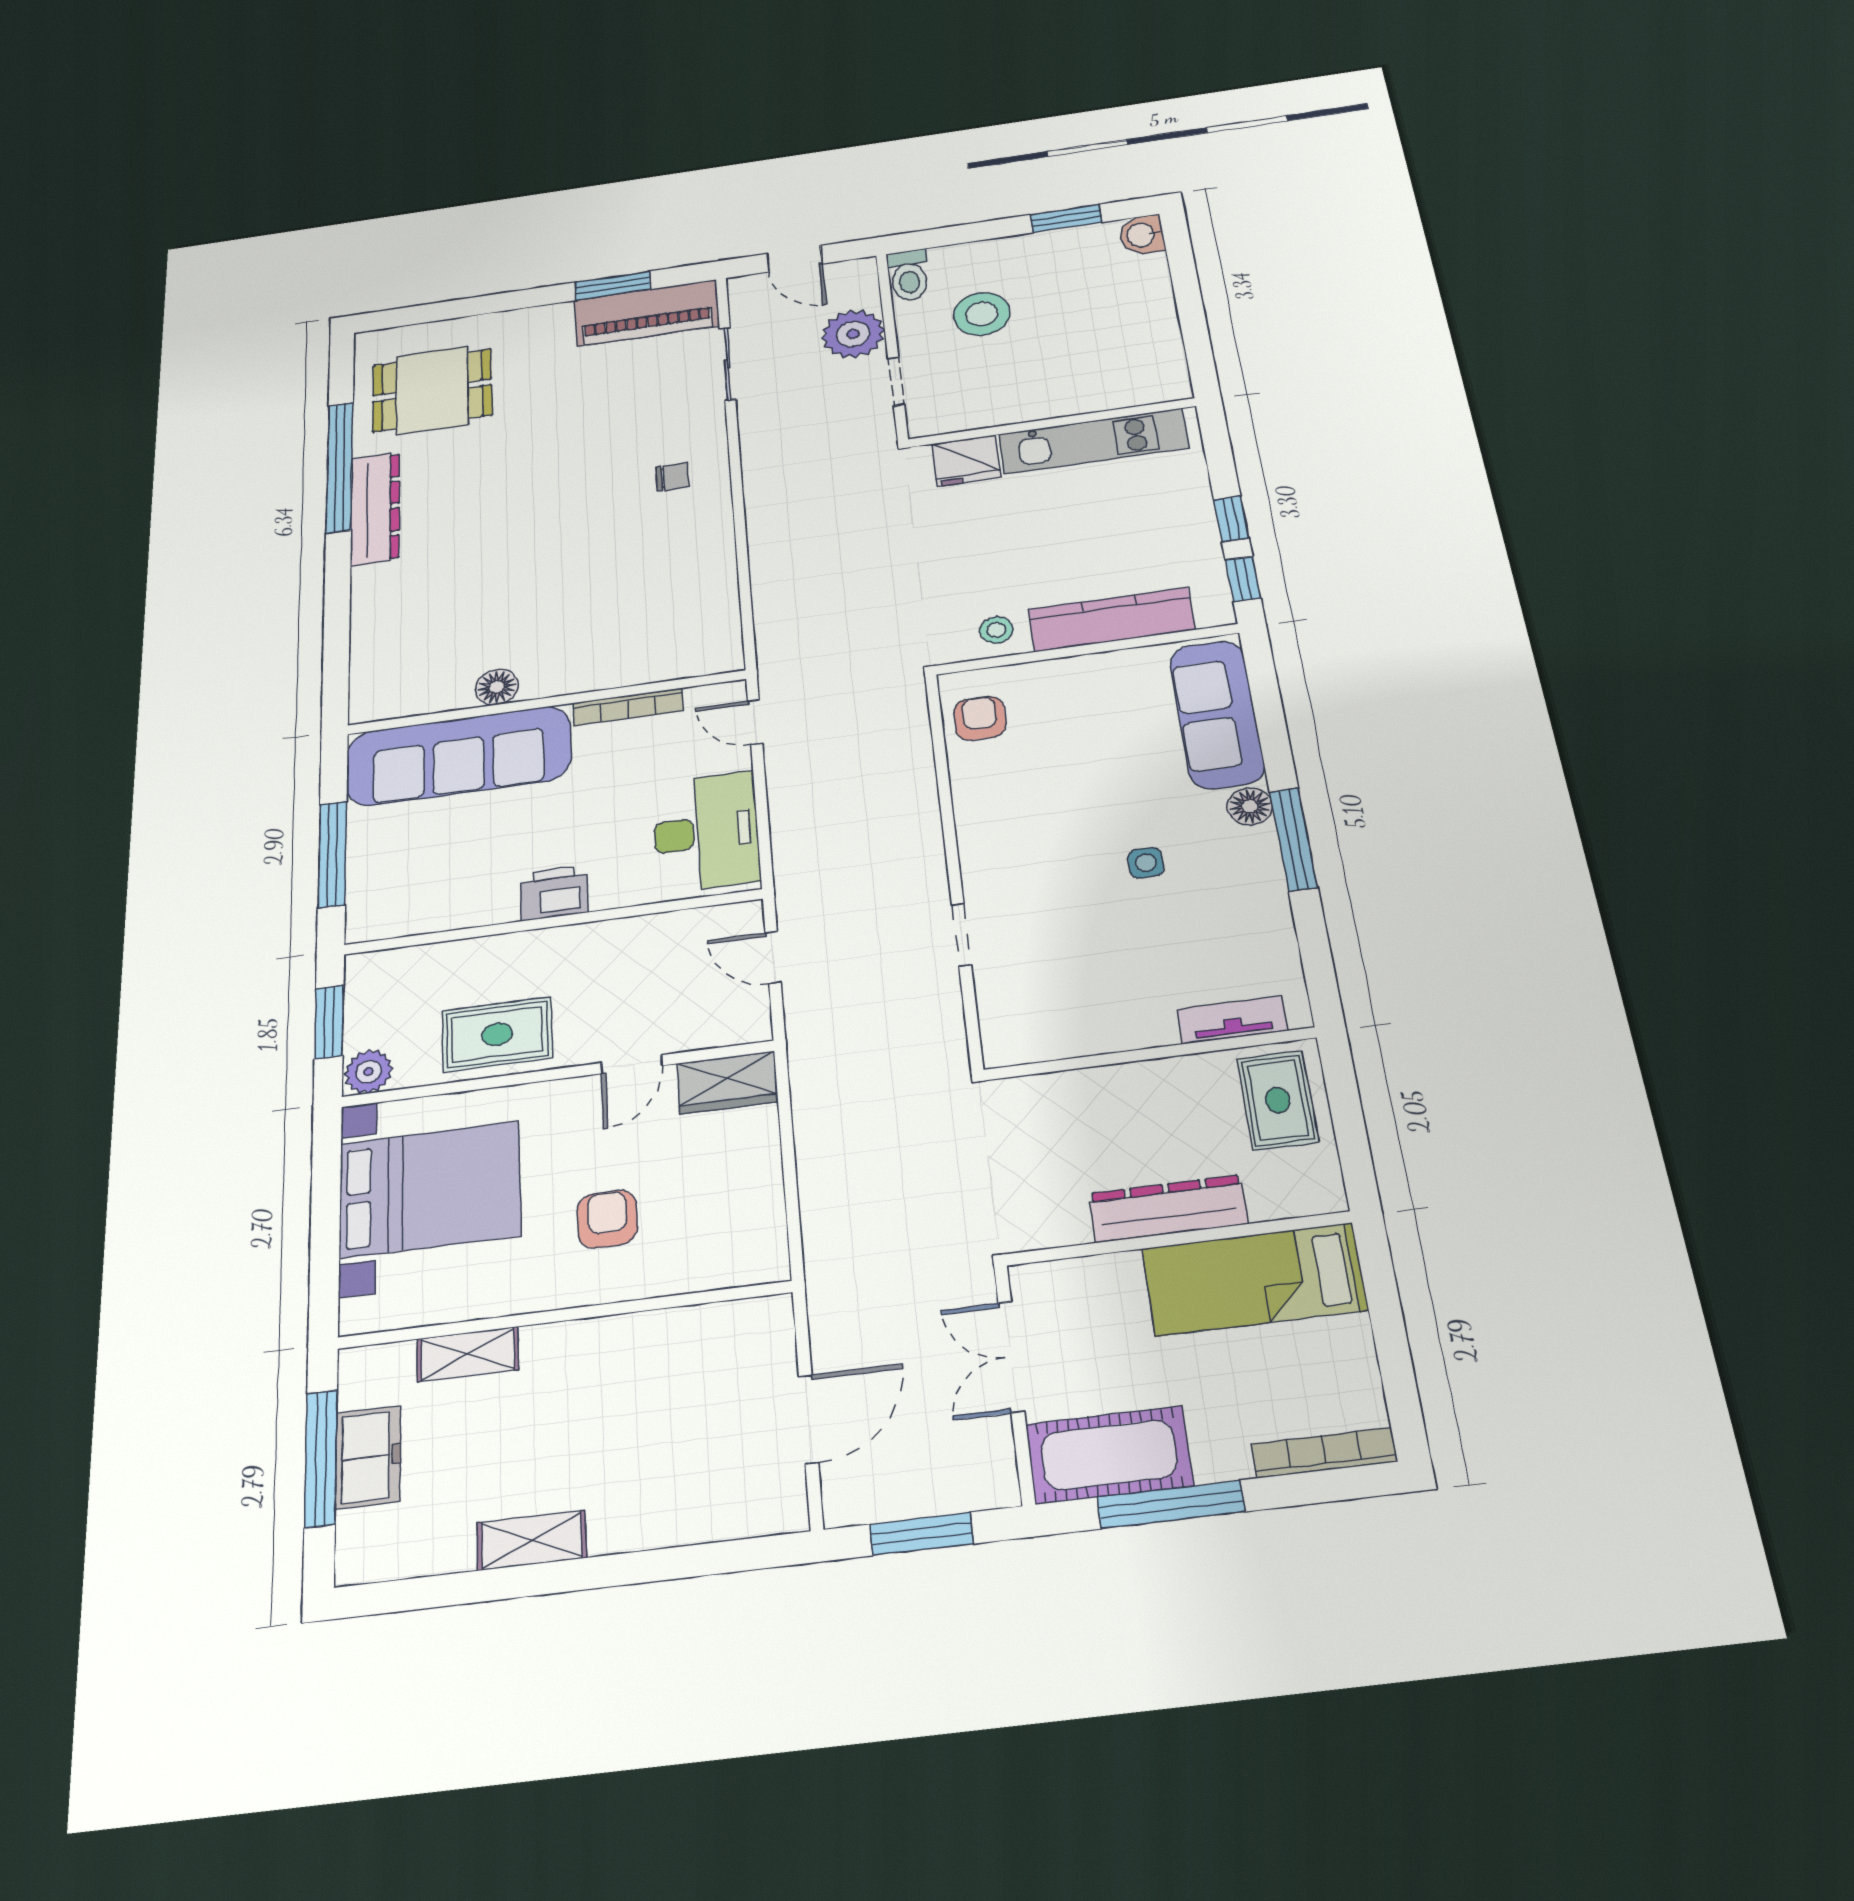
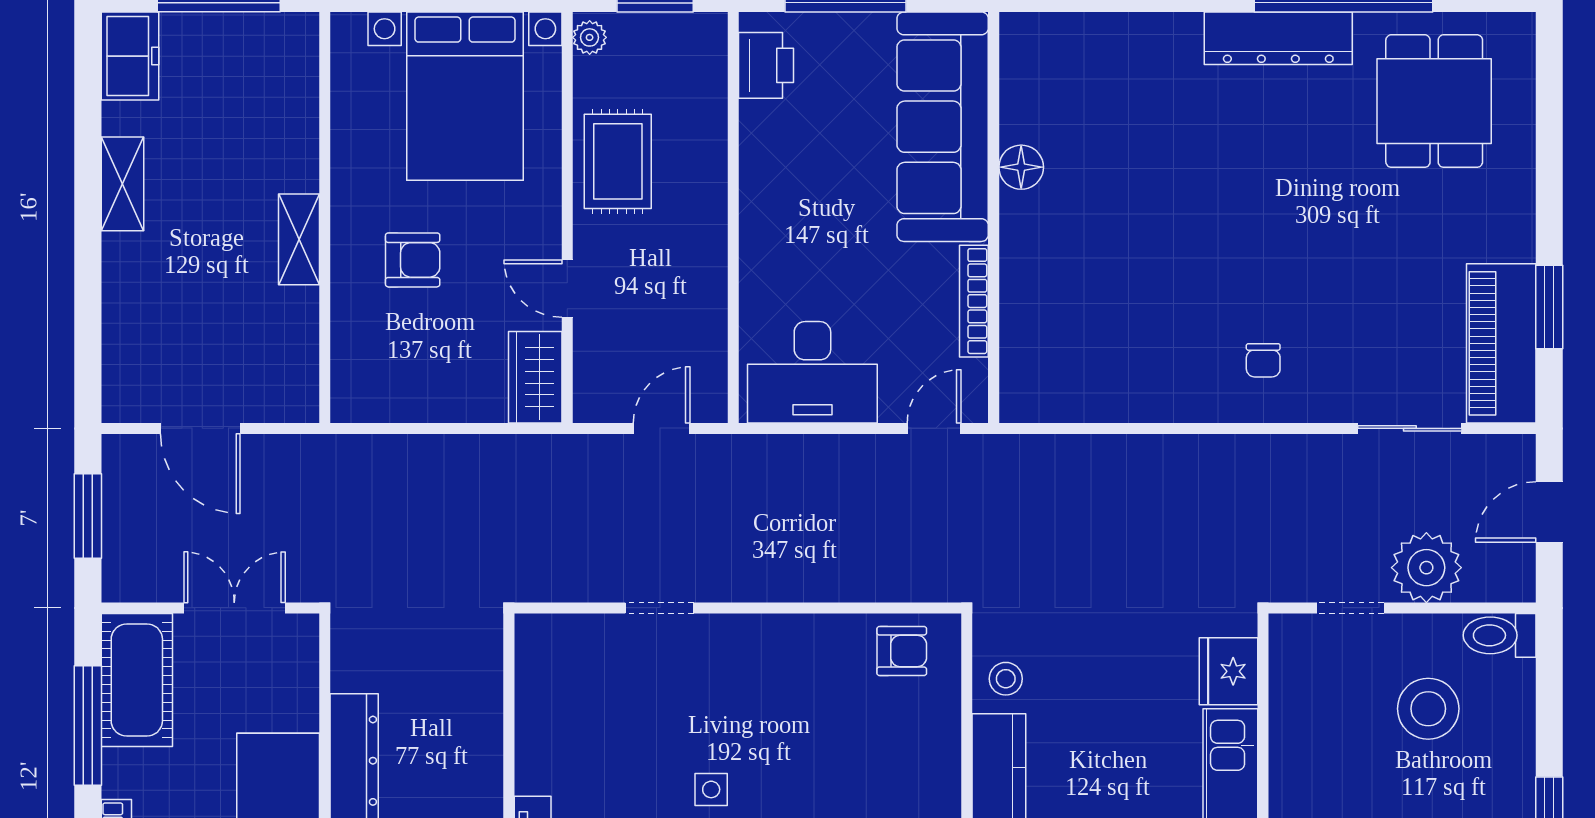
printer: (554, 893) -> (766, 65), moved
plant: (369, 1072) -> (590, 37), width x0.73, depth x0.73
shelving: (468, 1354) -> (299, 239), moved
freezer: (368, 1457) -> (130, 56), moved, turned -90

